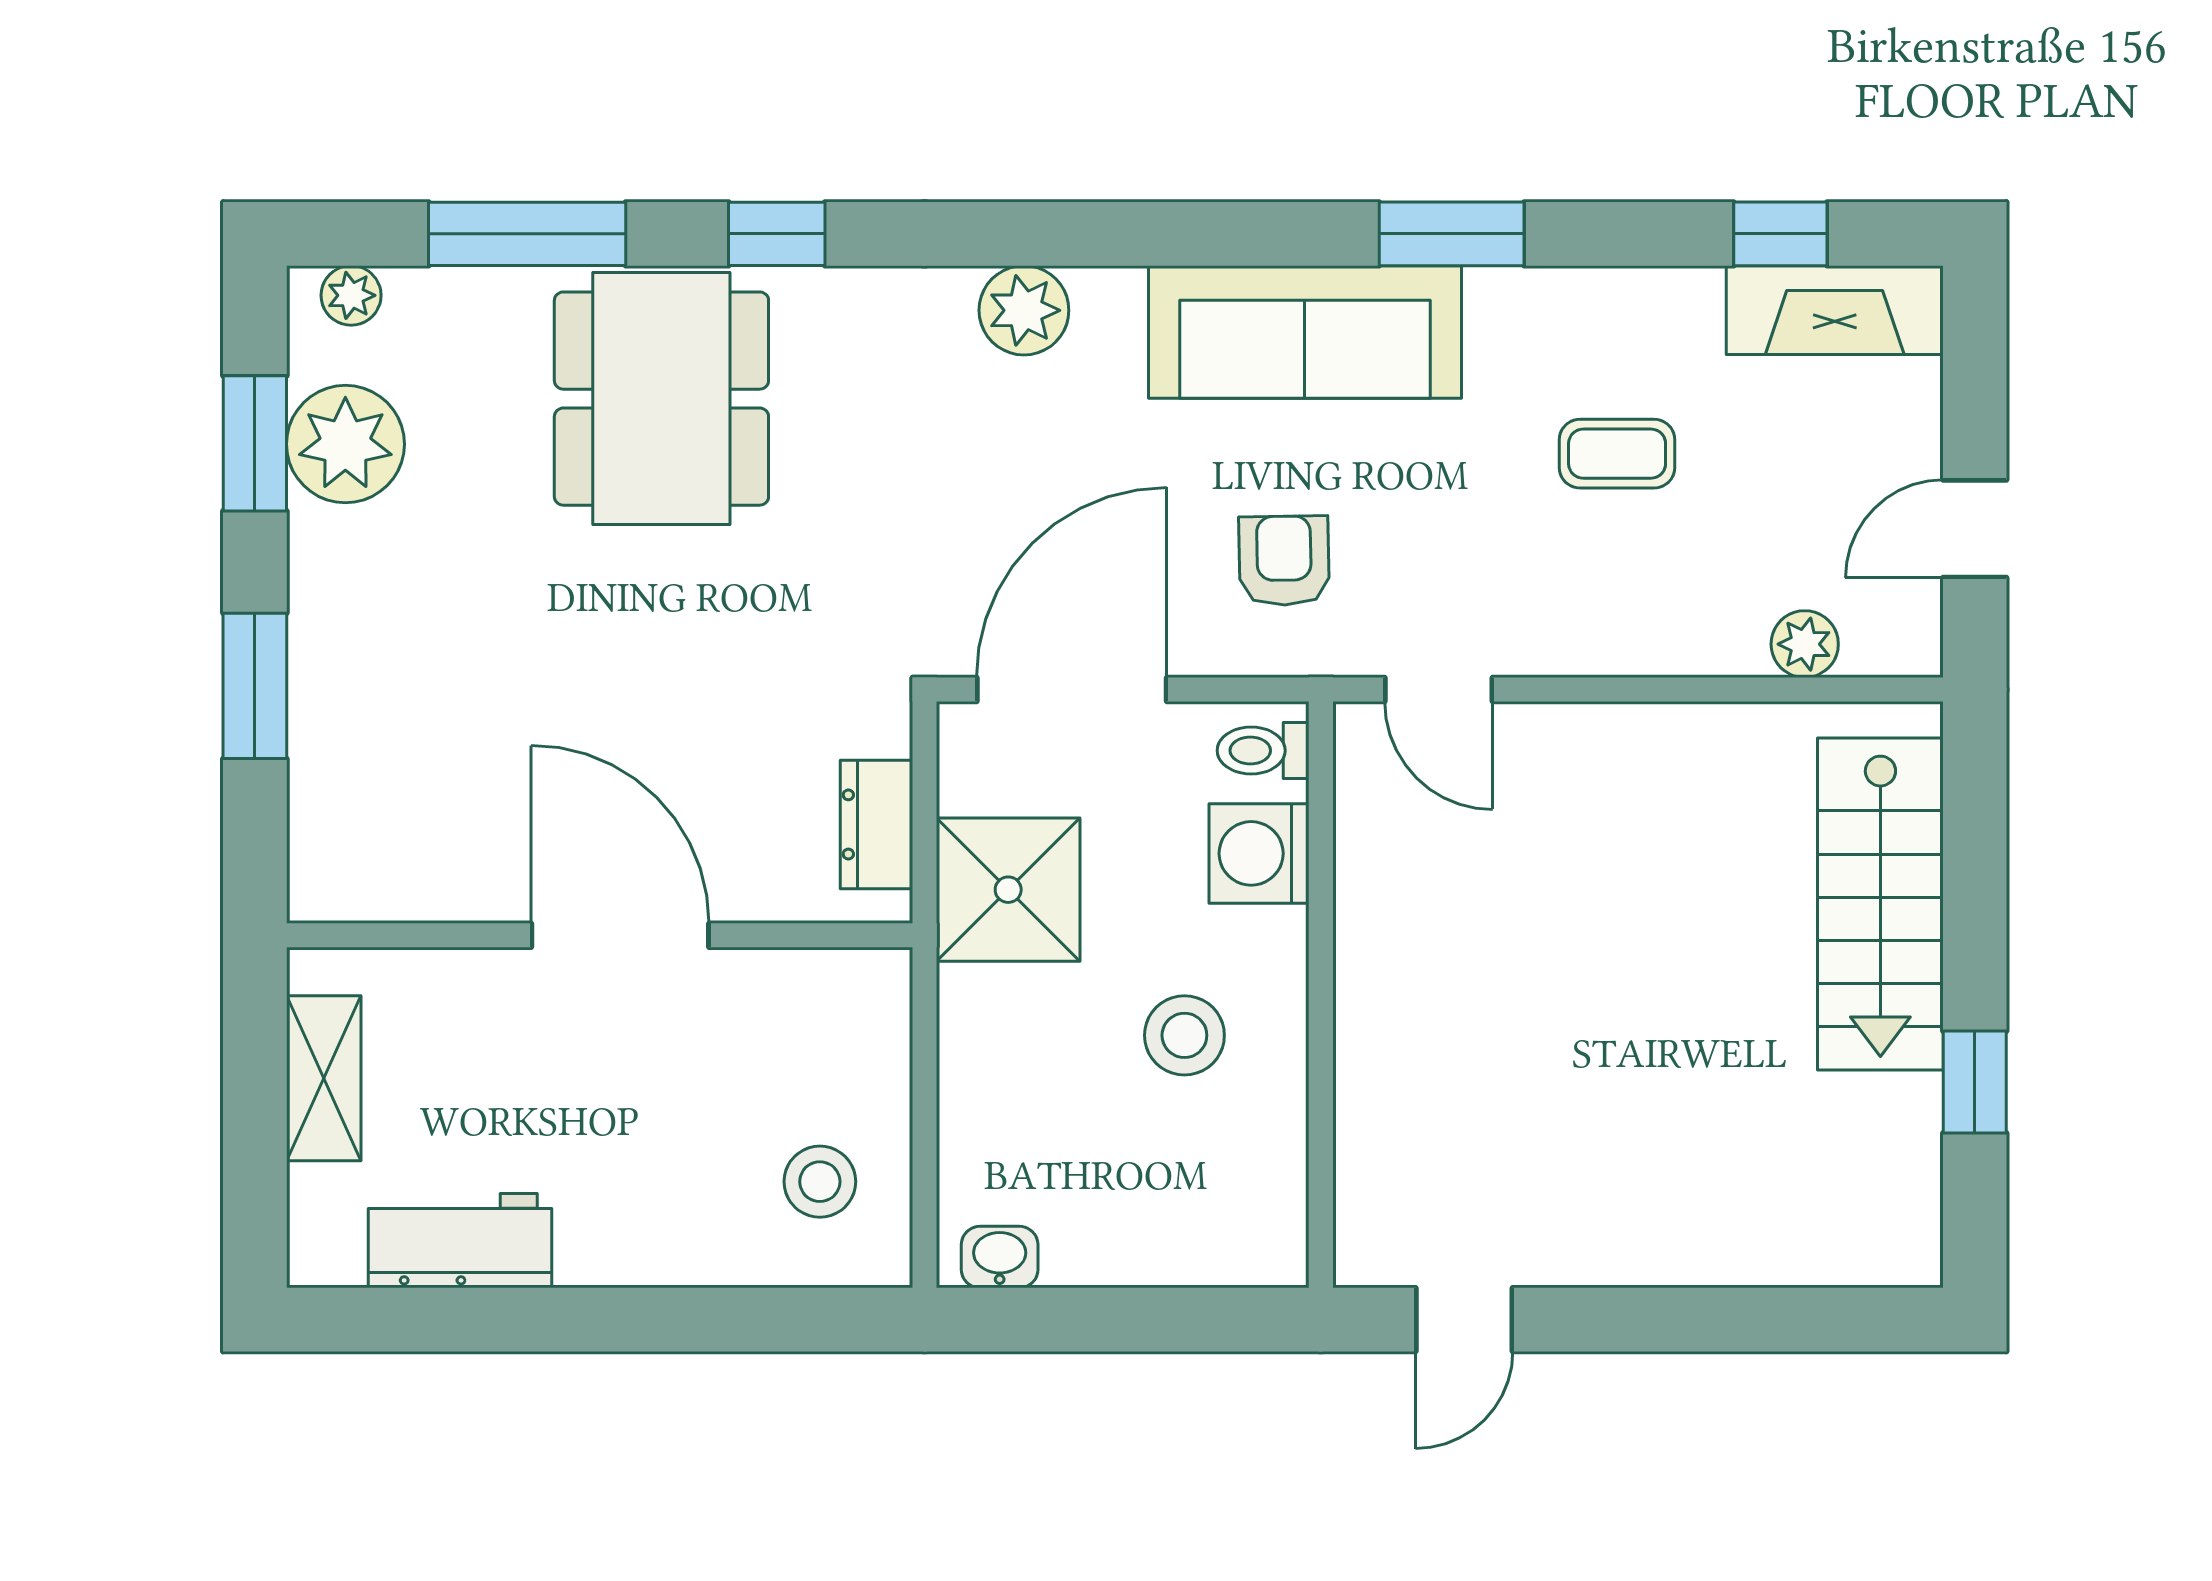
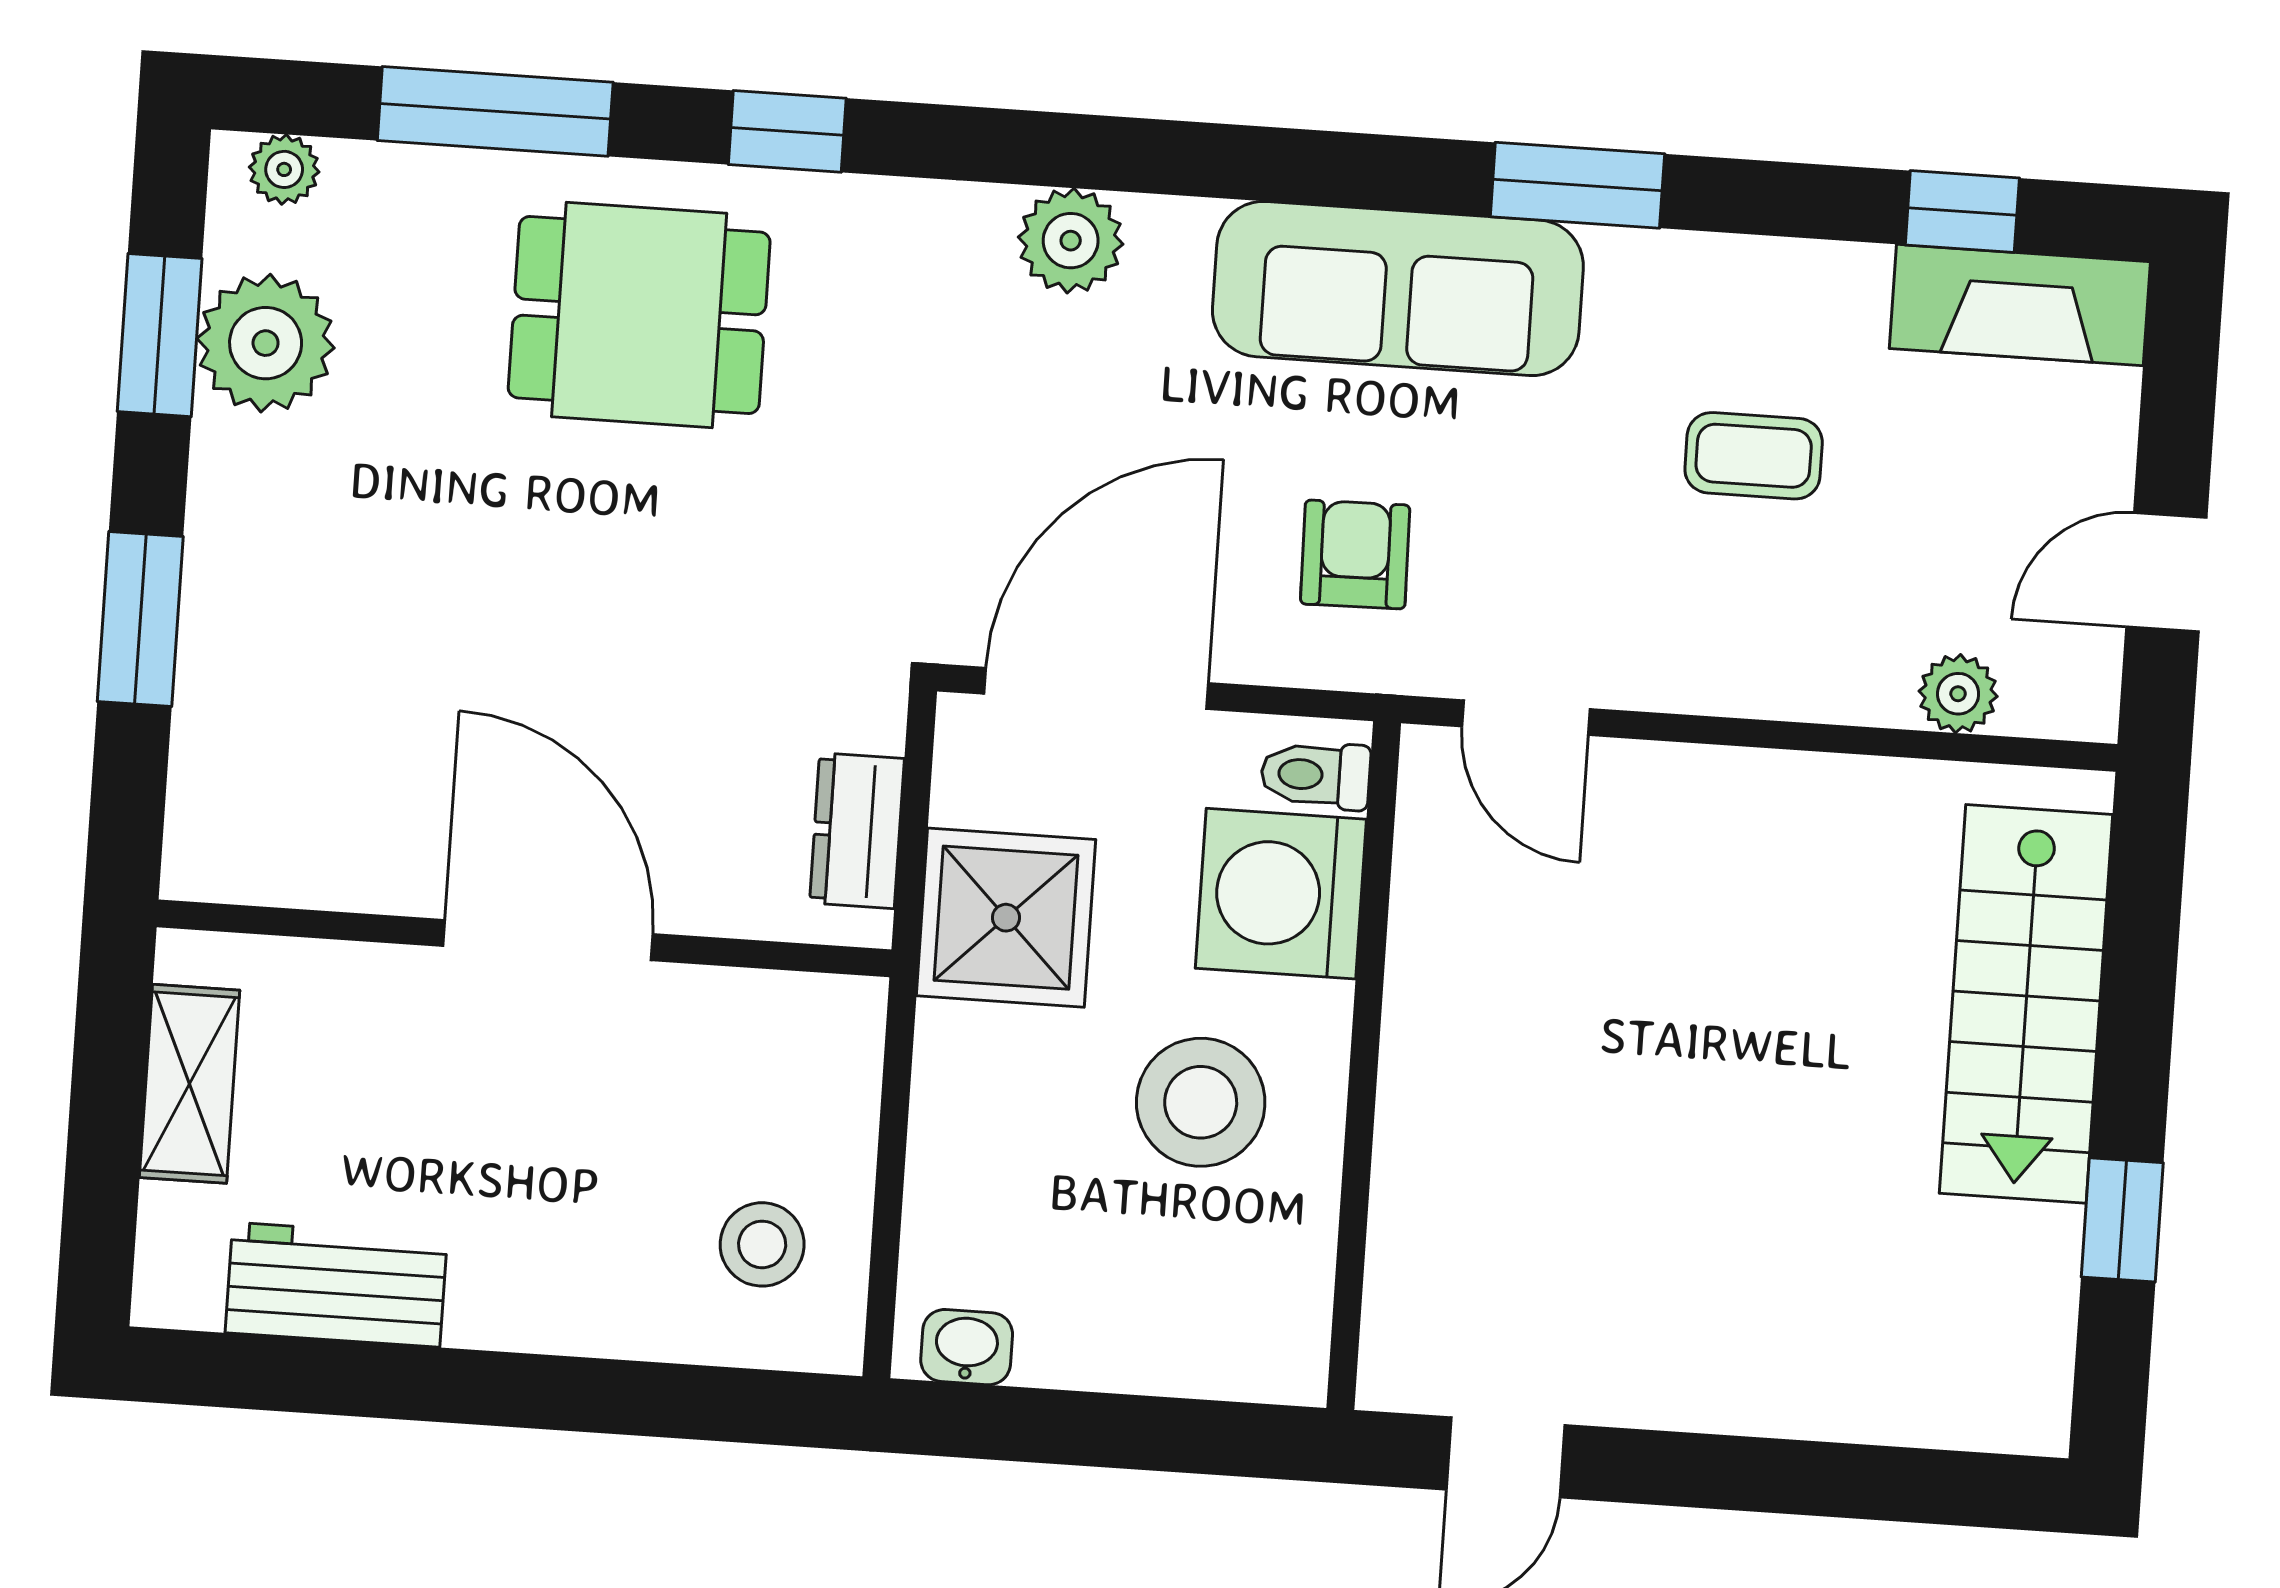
dining table: (661, 399) -> (639, 315), width x0.73
washing machine: (1259, 853) -> (1281, 894), width x1.37, depth x1.37
stool: (1184, 1035) -> (1201, 1102), width x1.38, depth x1.38

